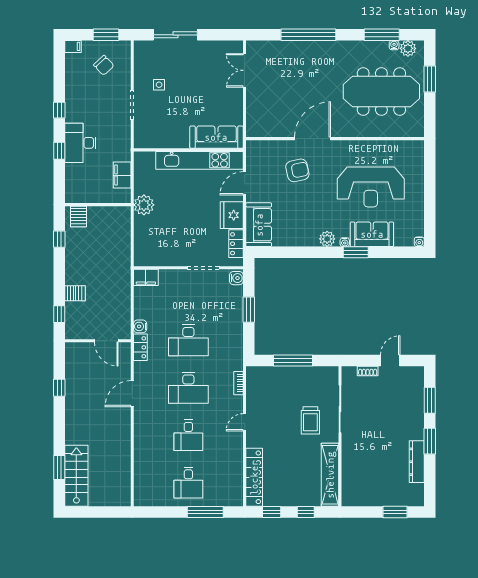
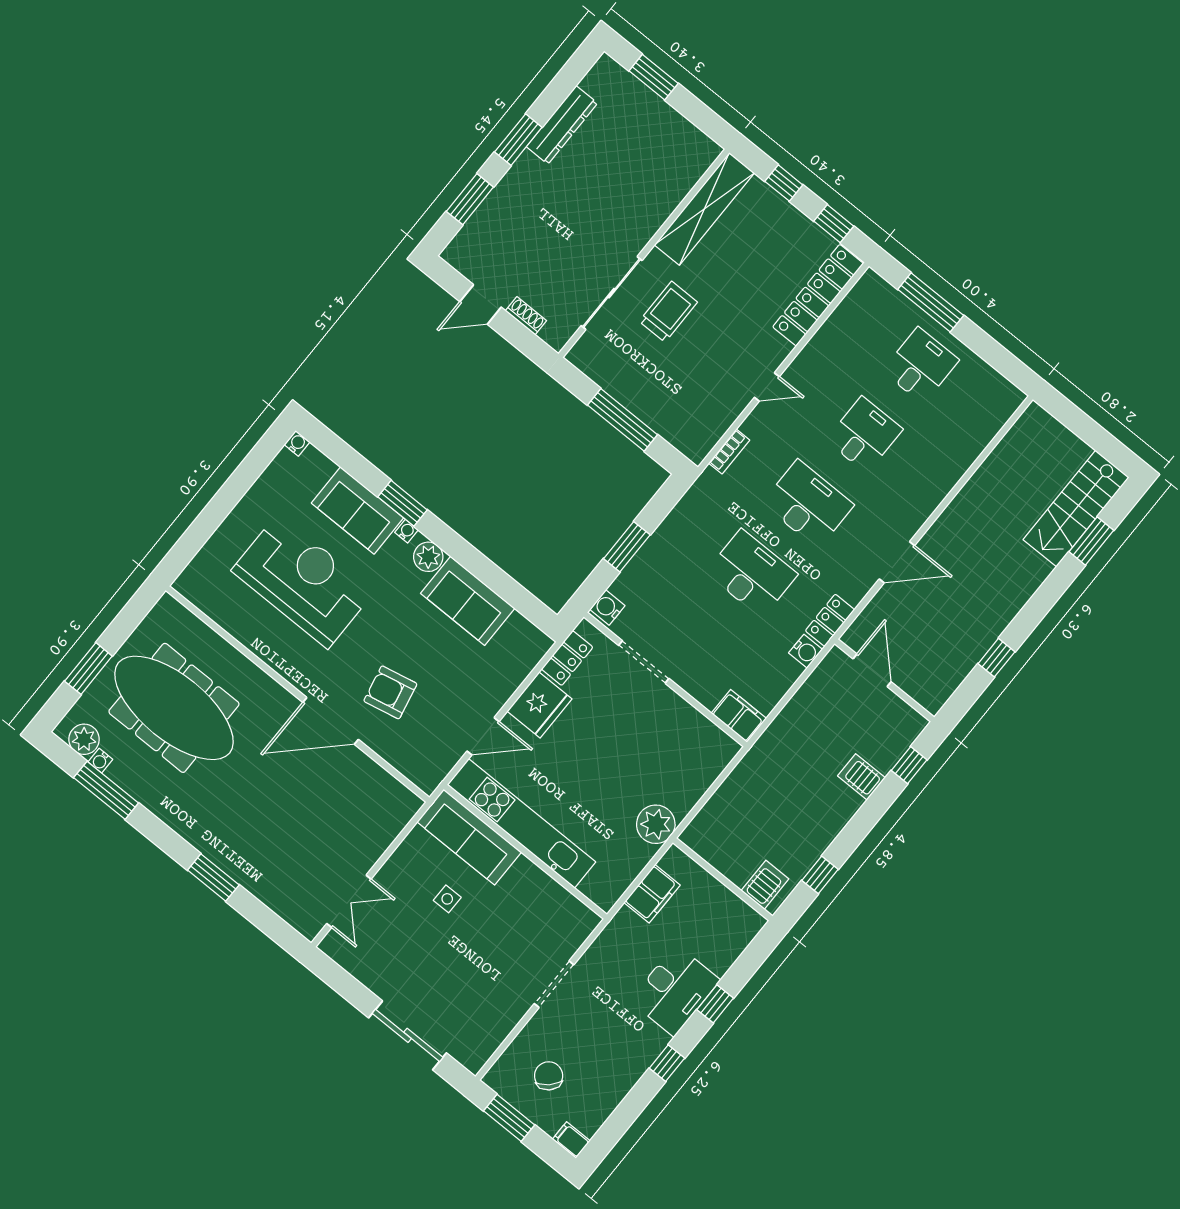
window: (308, 35) -> (213, 877), width x0.47
side table: (159, 85) -> (447, 899), moved
sofa: (259, 225) -> (468, 601), moved, turned -90

